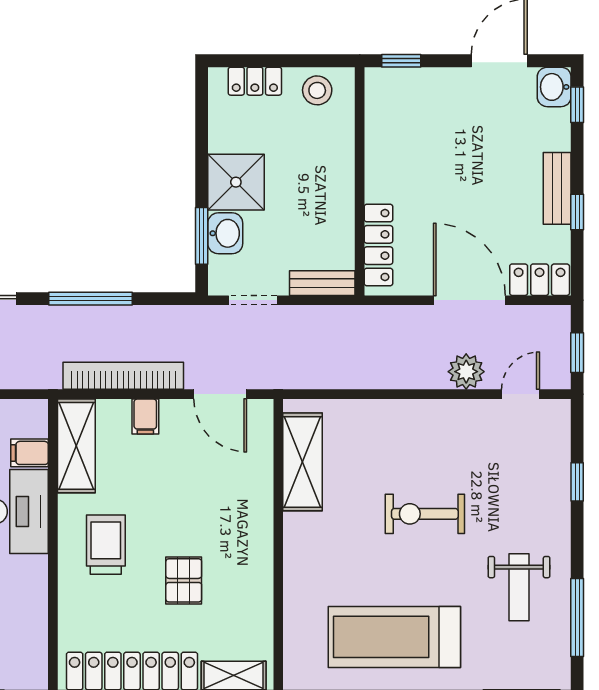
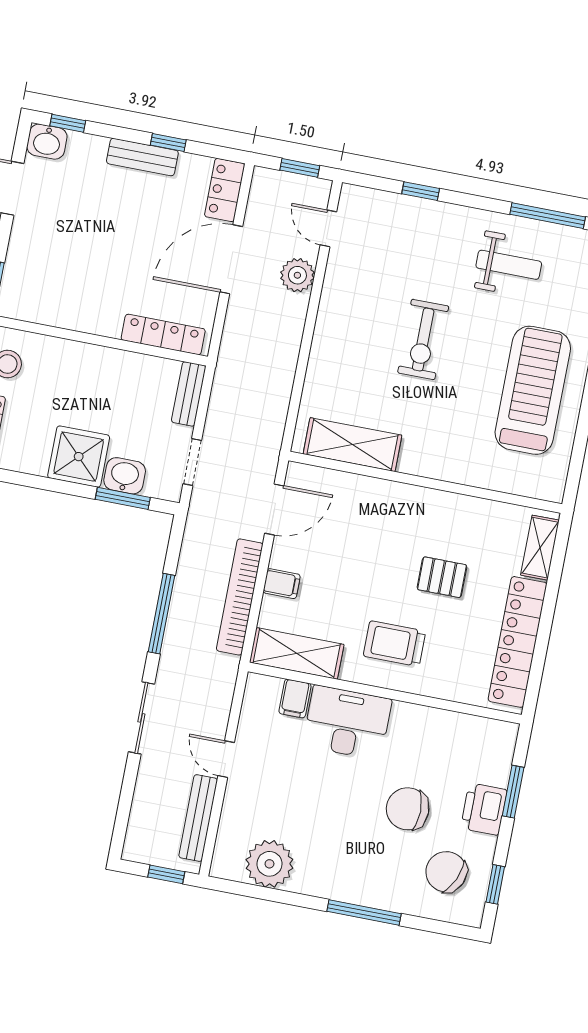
treadmill: (394, 637) -> (533, 390), turned 180

